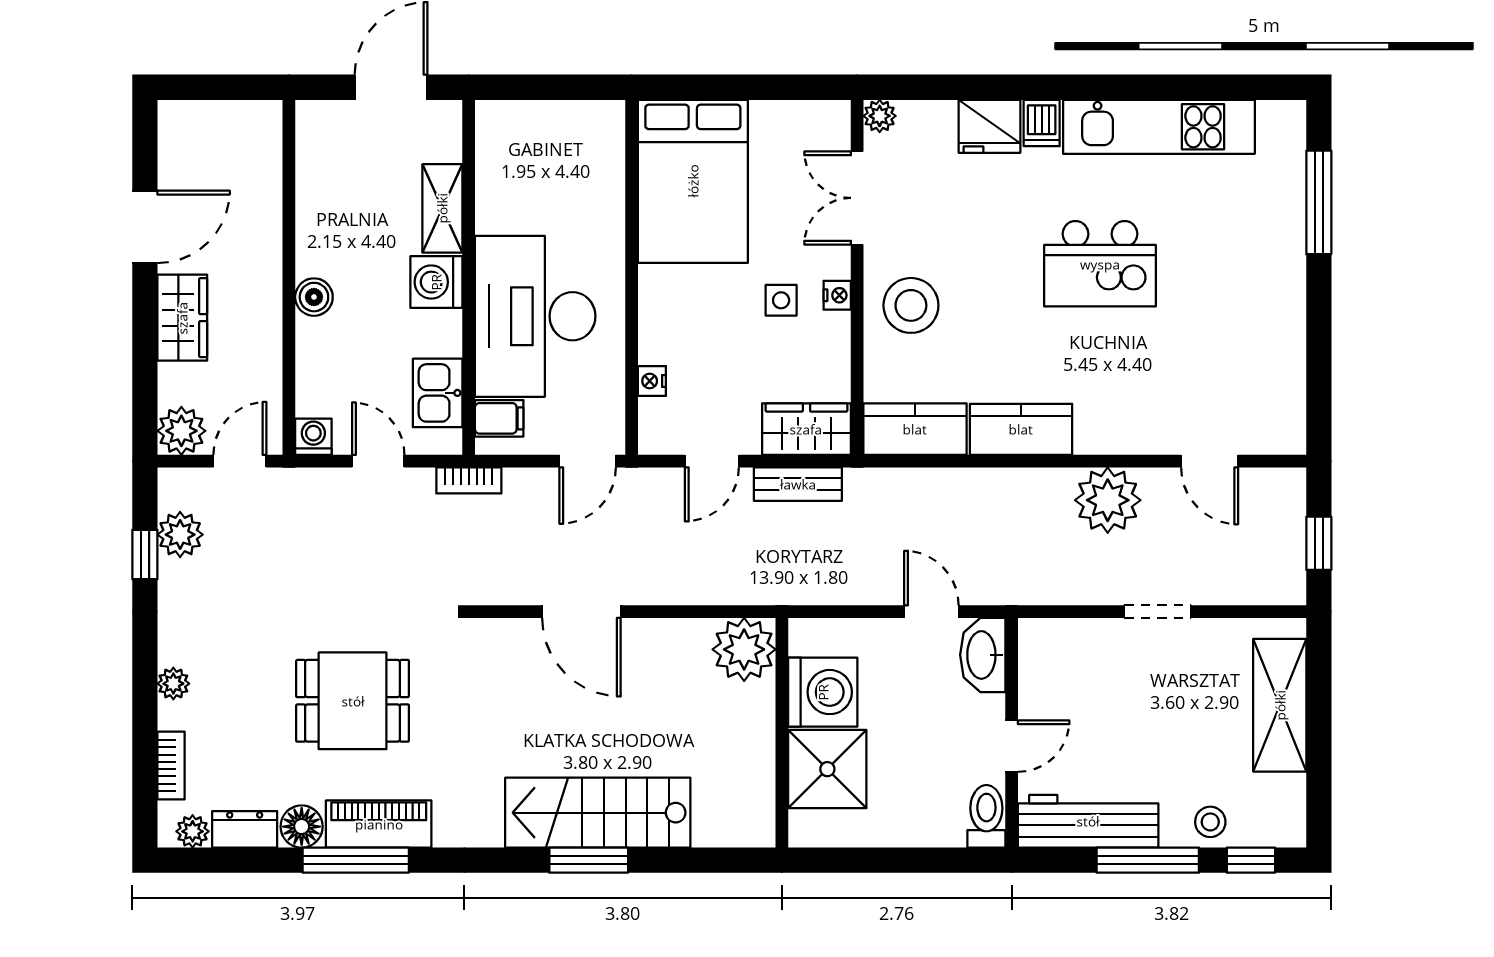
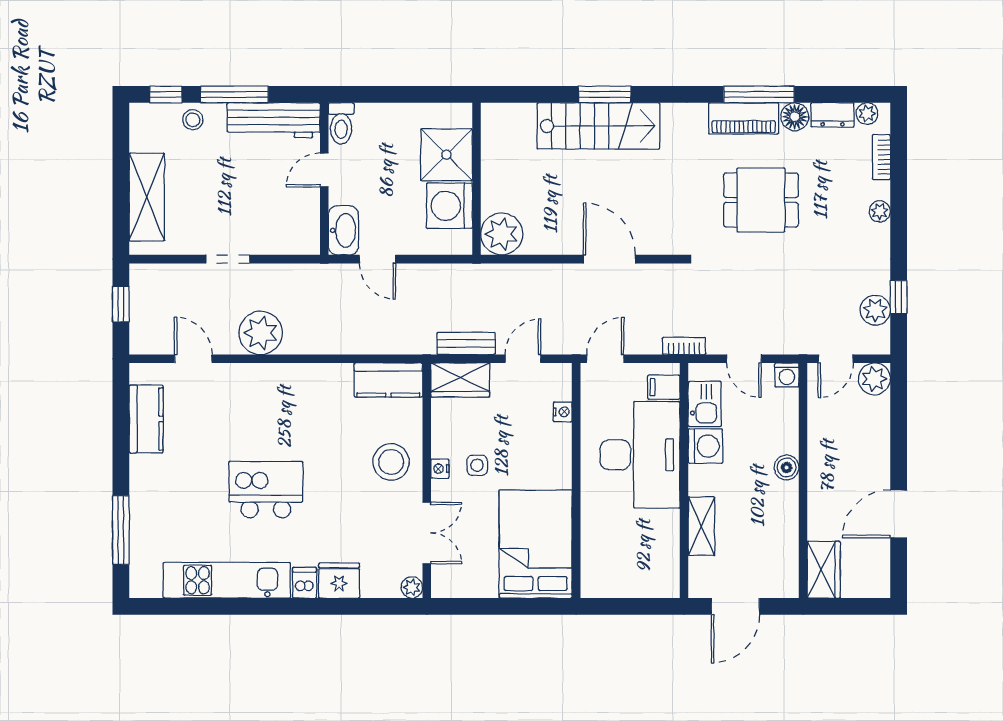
washing machine: (436, 282) -> (705, 446), moved
wardrobe: (182, 318) -> (824, 570), moved, turned 180
kitchen counter: (1021, 429) -> (146, 419), moved, turned -90

